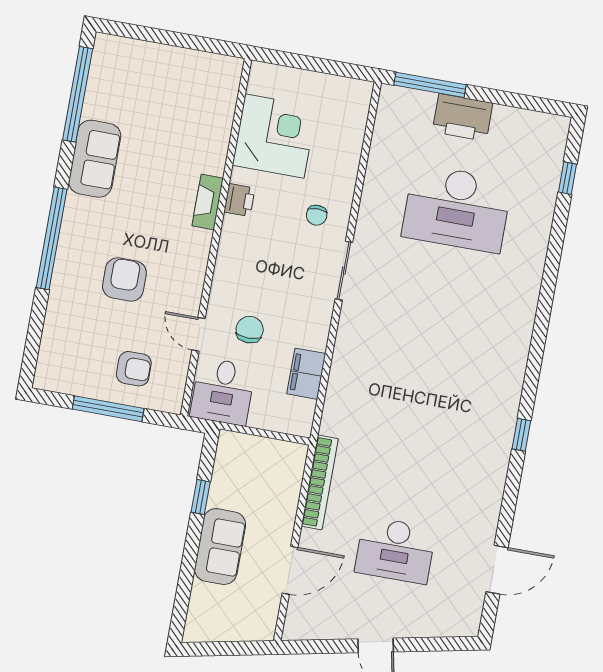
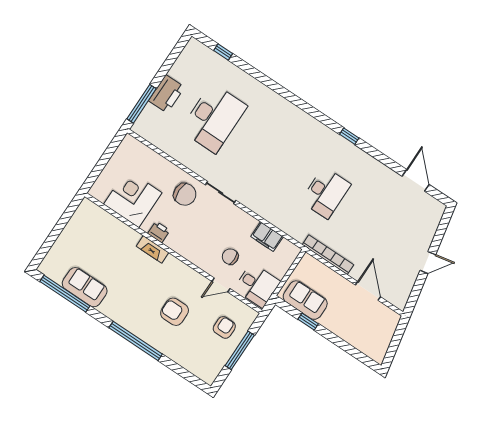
sofa: (95, 159) -> (85, 287), moved
chair: (317, 215) -> (185, 194), width x1.87, depth x1.87
sofa: (220, 547) -> (305, 300), moved
desk: (395, 550) -> (326, 193), moved

